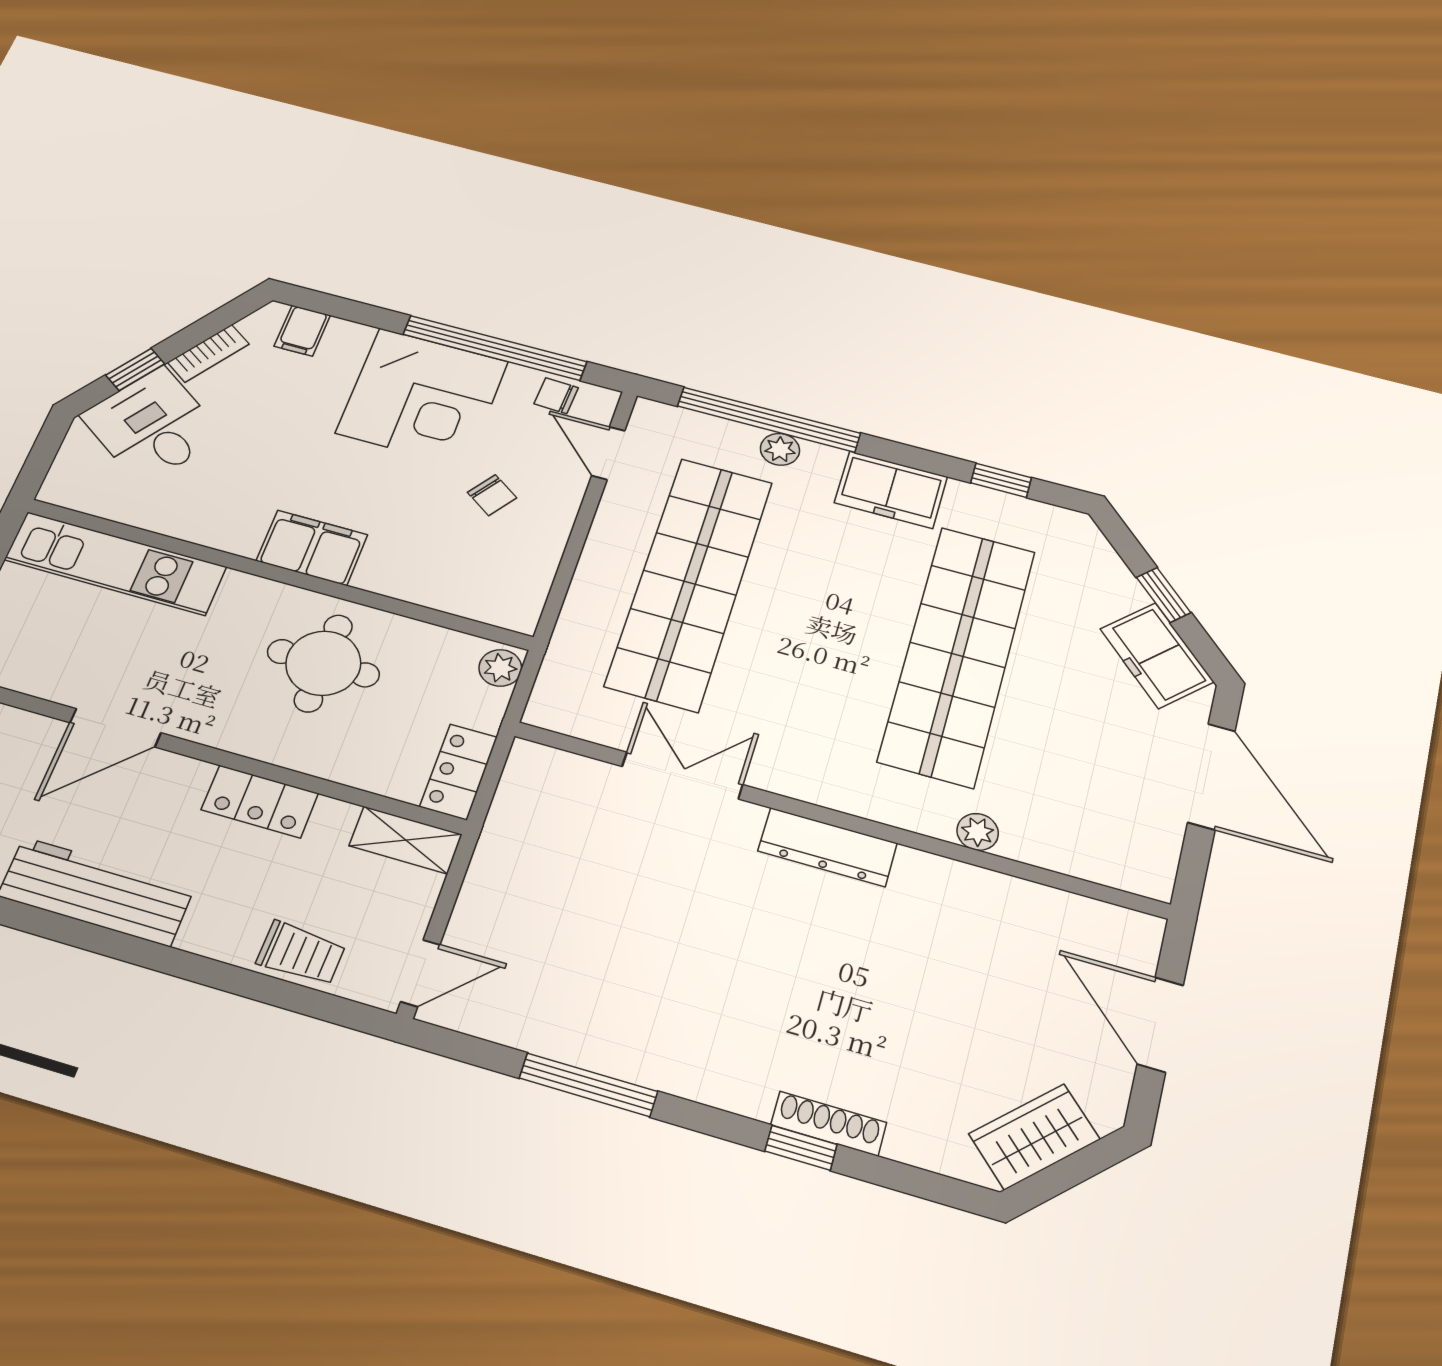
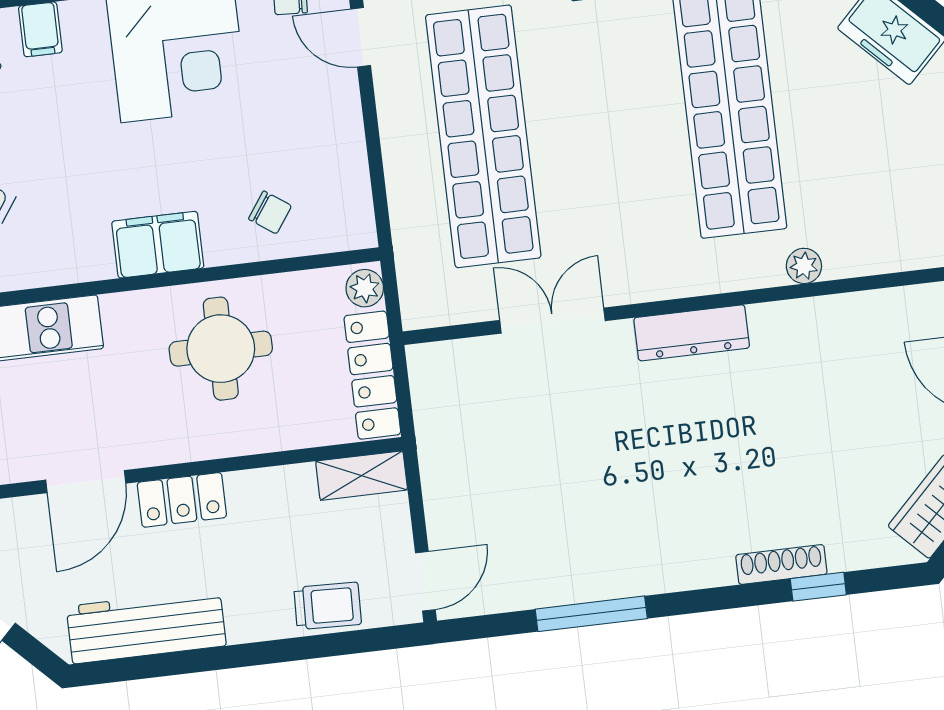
chair: (492, 495) -> (270, 212), moved
locker: (459, 772) -> (372, 375), width x1.53
locker: (260, 801) -> (182, 500), moved
window: (801, 1148) -> (818, 587), moved

